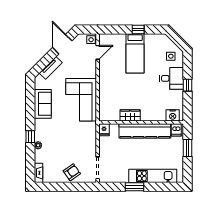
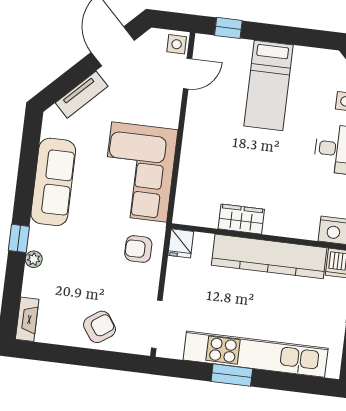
window: (138, 29) -> (228, 28), moved
sofa: (43, 104) -> (53, 182), width x1.36
armchair: (85, 135) -> (138, 249), added
kitchen unit: (153, 176) -> (256, 354), width x1.36

